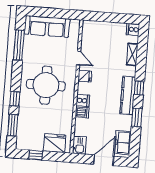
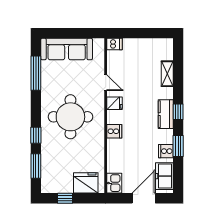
cooker: (133, 29) -> (166, 151), moved
kitchen counter: (128, 95) -> (166, 114), width x0.67
dishwasher: (82, 112) -> (115, 44), moved

